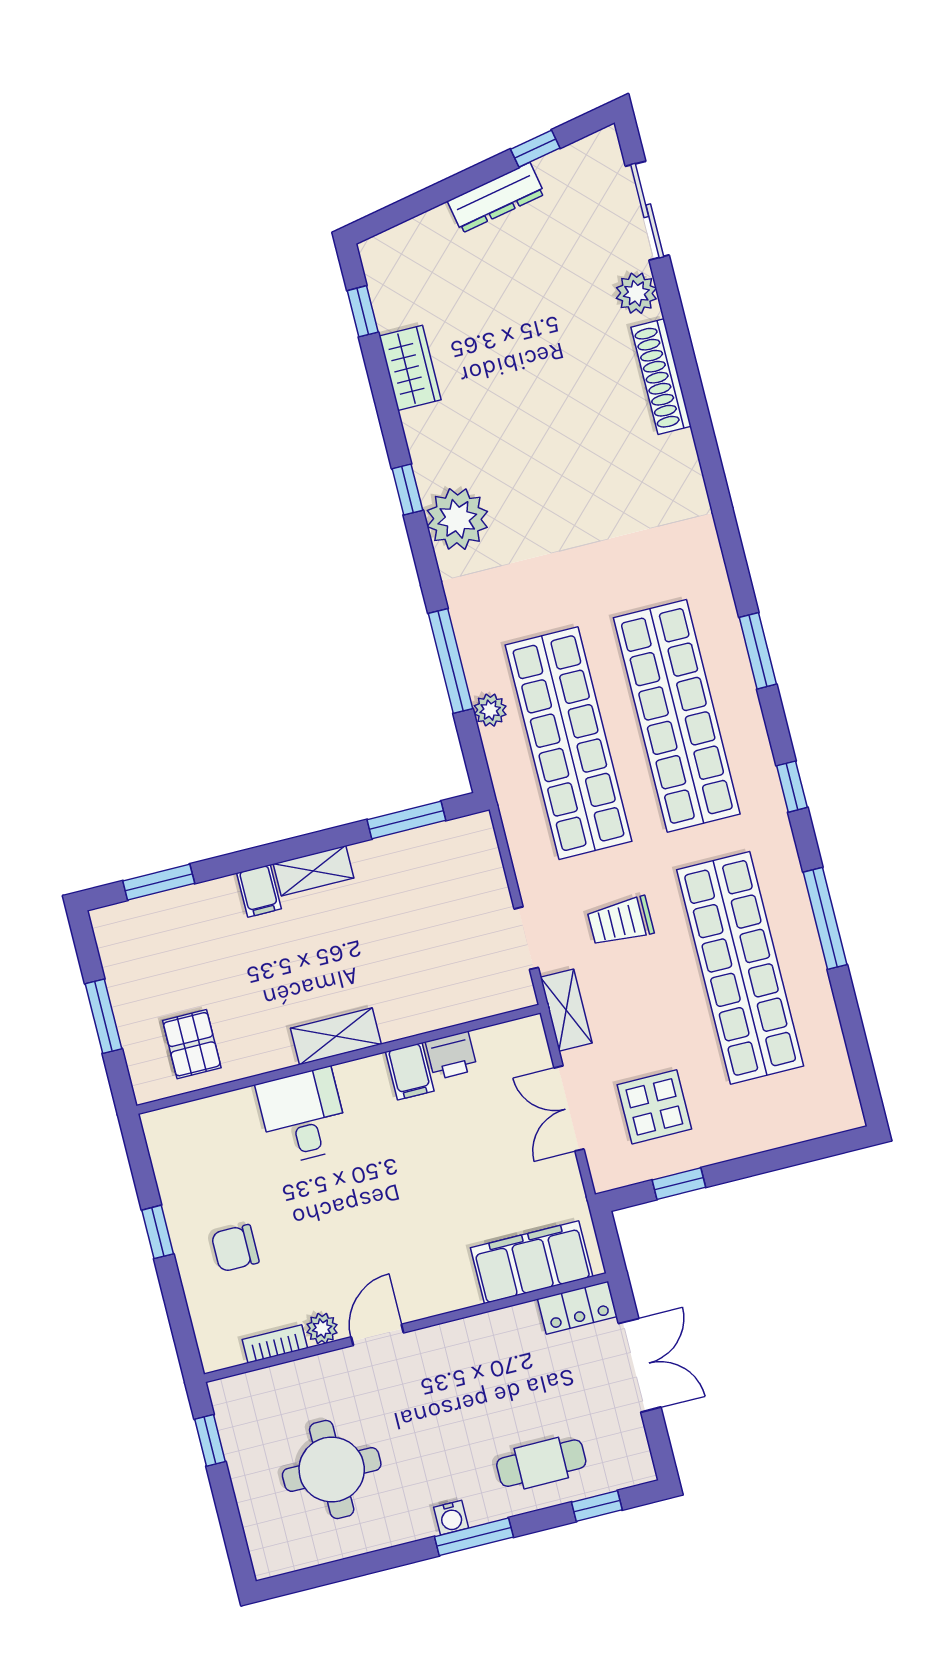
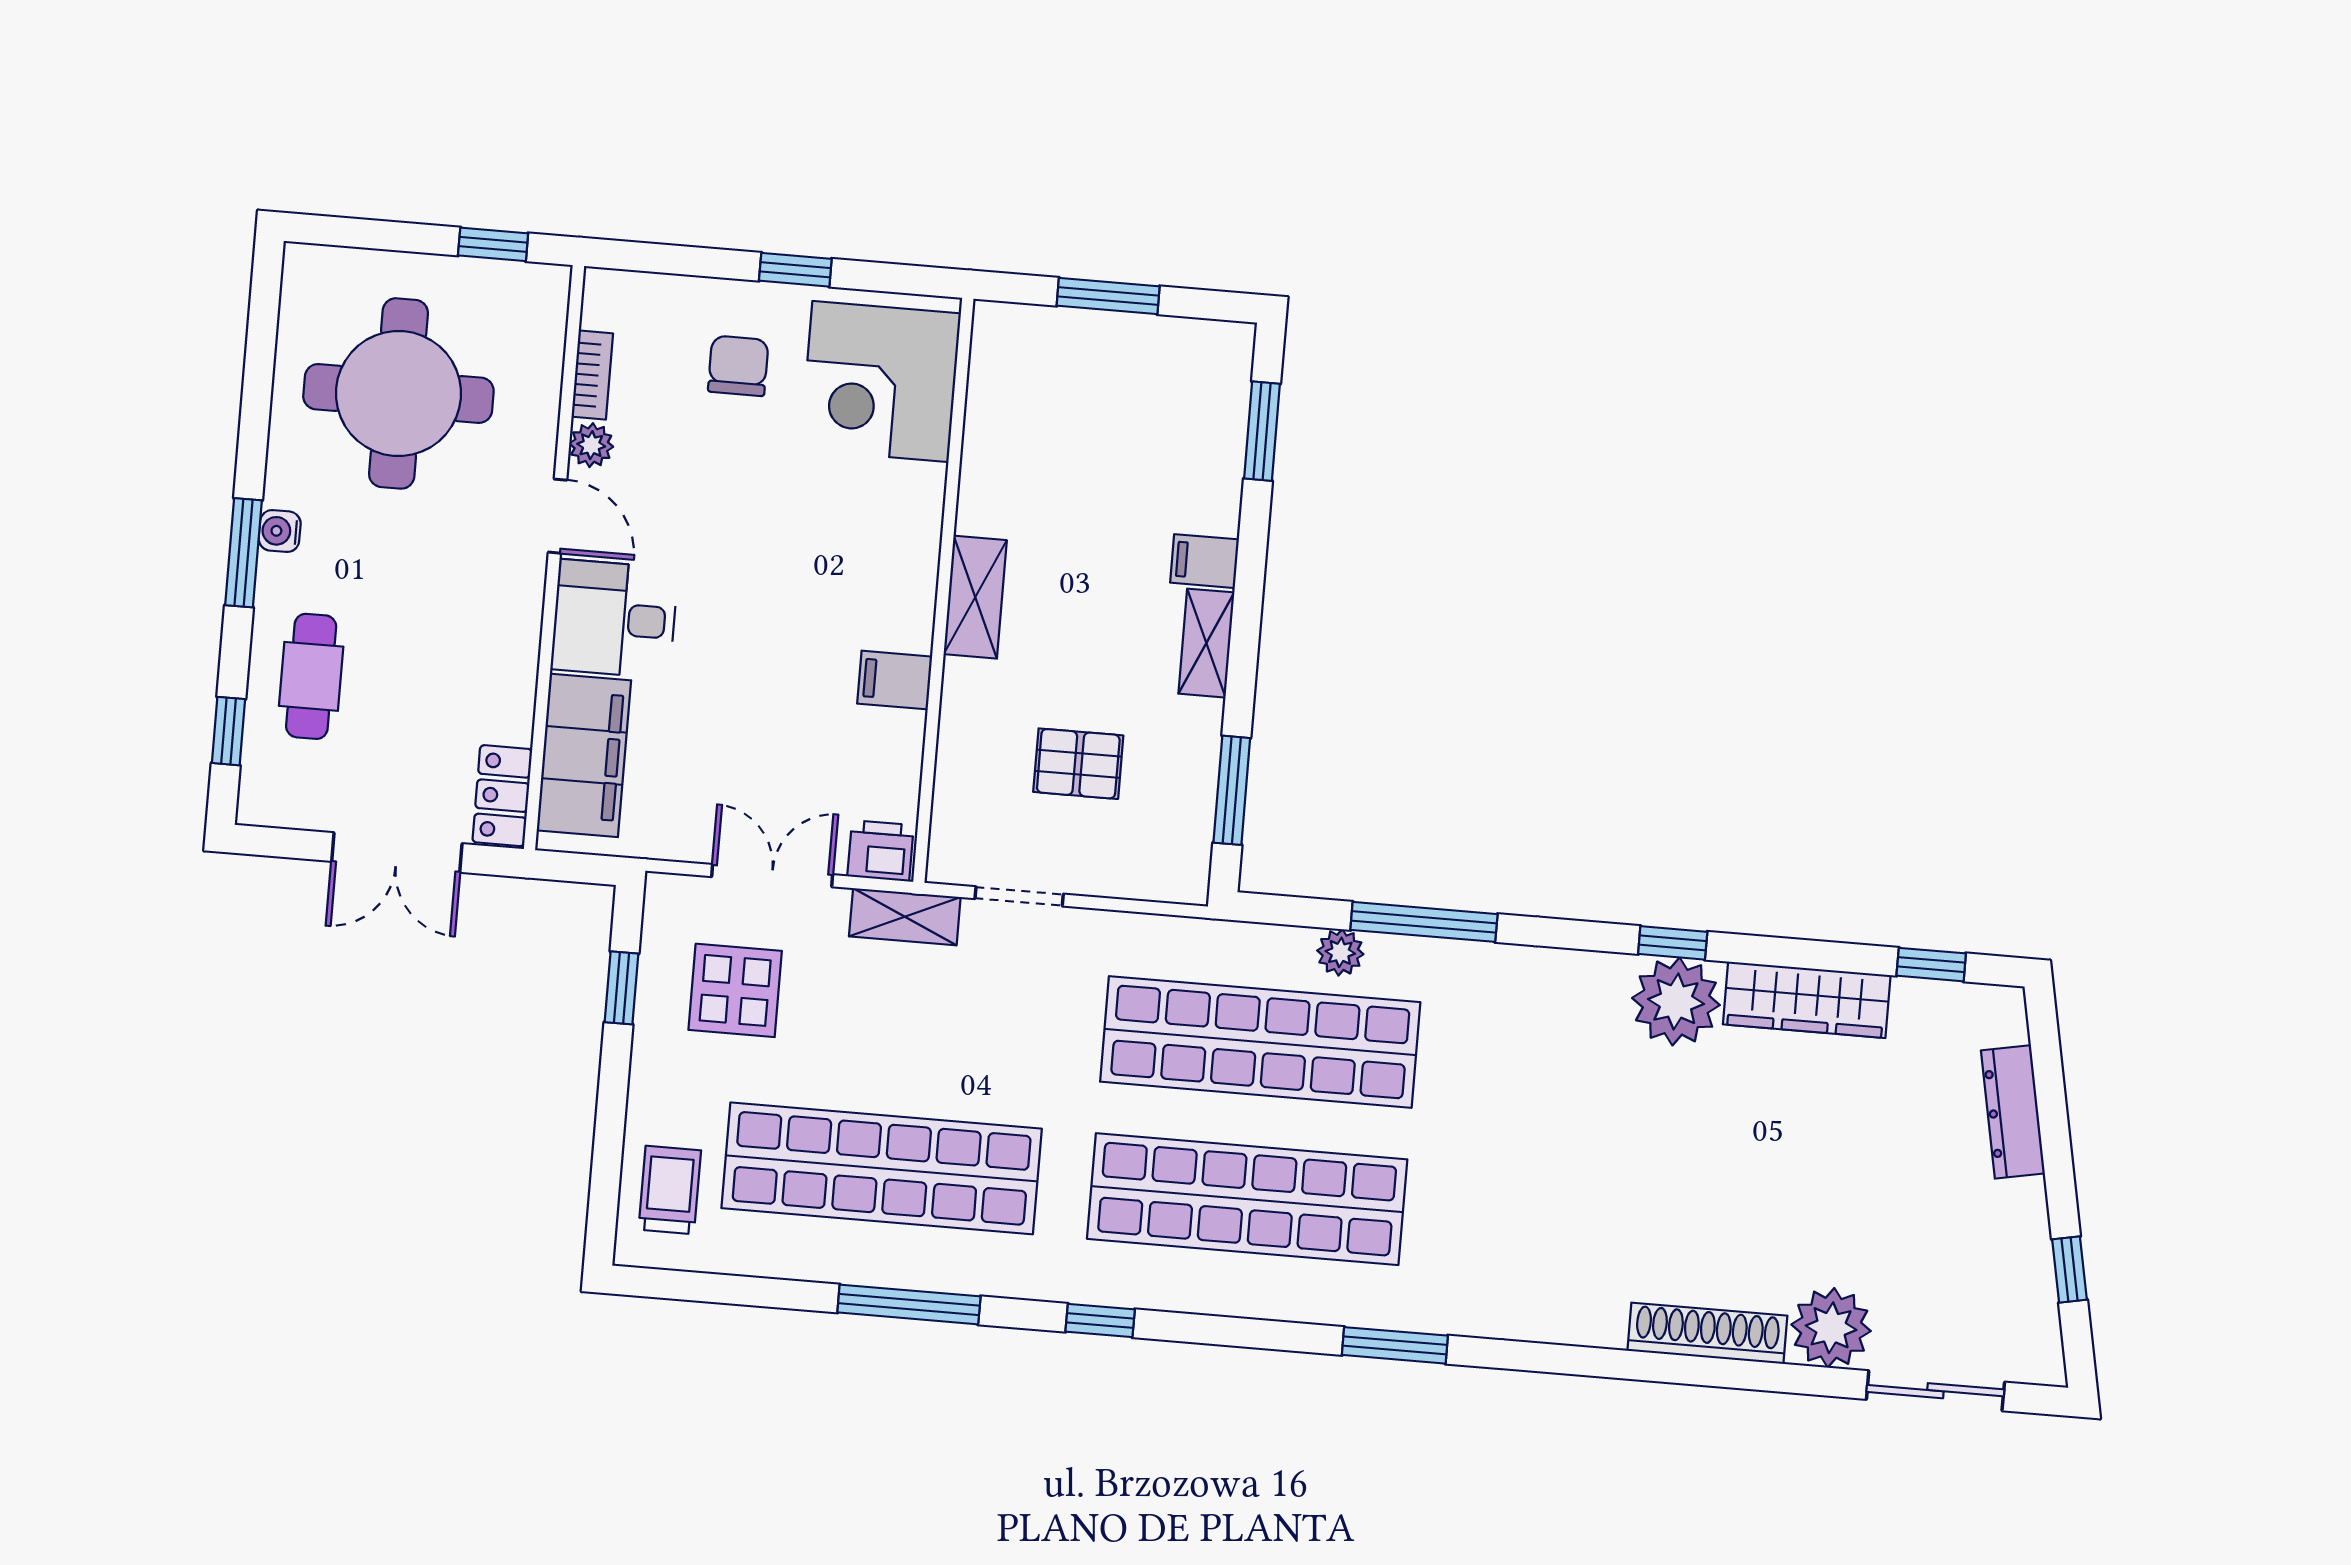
dresser: (496, 198) -> (2013, 1112), moved
plant: (636, 293) -> (1831, 1328), width x1.36, depth x1.36
wardrobe: (410, 368) -> (1807, 1000), width x1.50
plant: (457, 519) -> (1676, 1001), moved
window: (758, 651) -> (1395, 1345), moved
trolley: (621, 921) -> (670, 1190), moved
pallet: (192, 1044) -> (1078, 764), moved
printer: (451, 1056) -> (881, 851), moved, turned 90
desk: (303, 1116) -> (614, 619), moved, turned 180
corner desk: (213, 1149) -> (880, 381), added
round table: (332, 1469) -> (398, 393), width x1.36, depth x1.36

